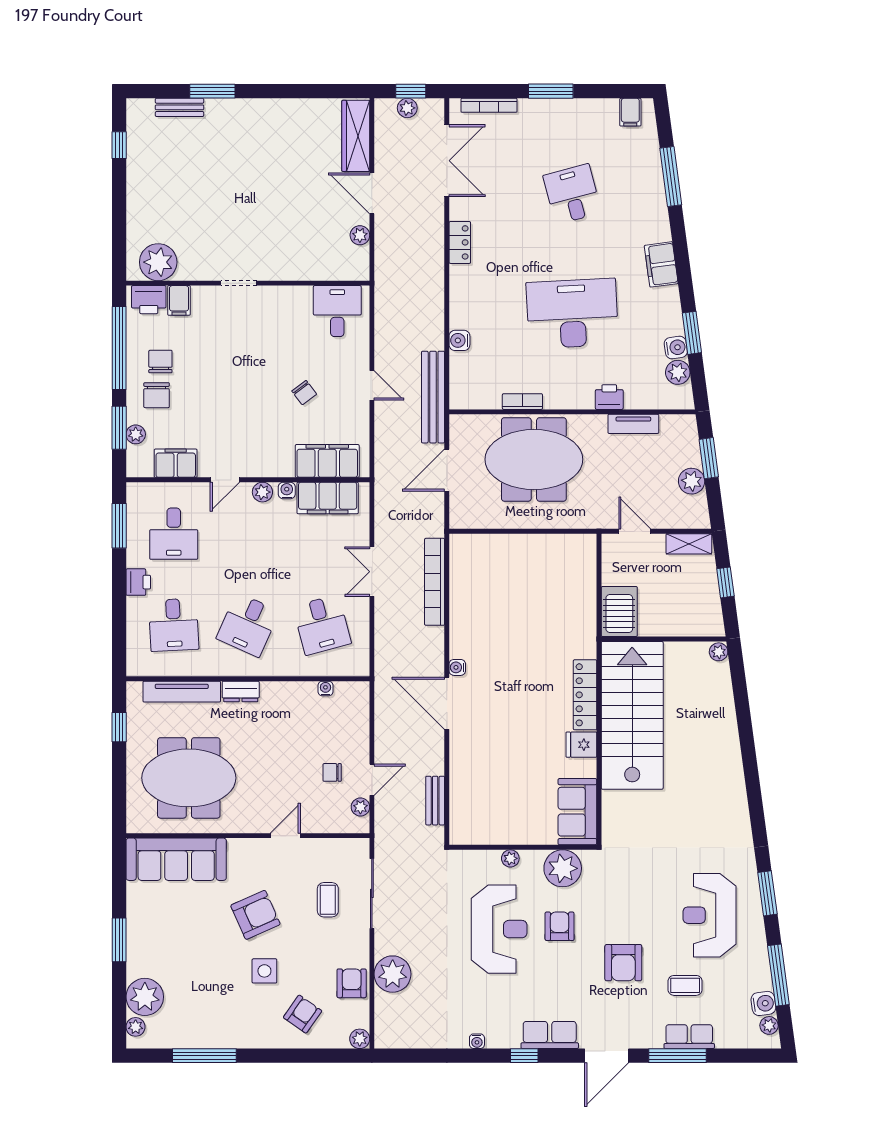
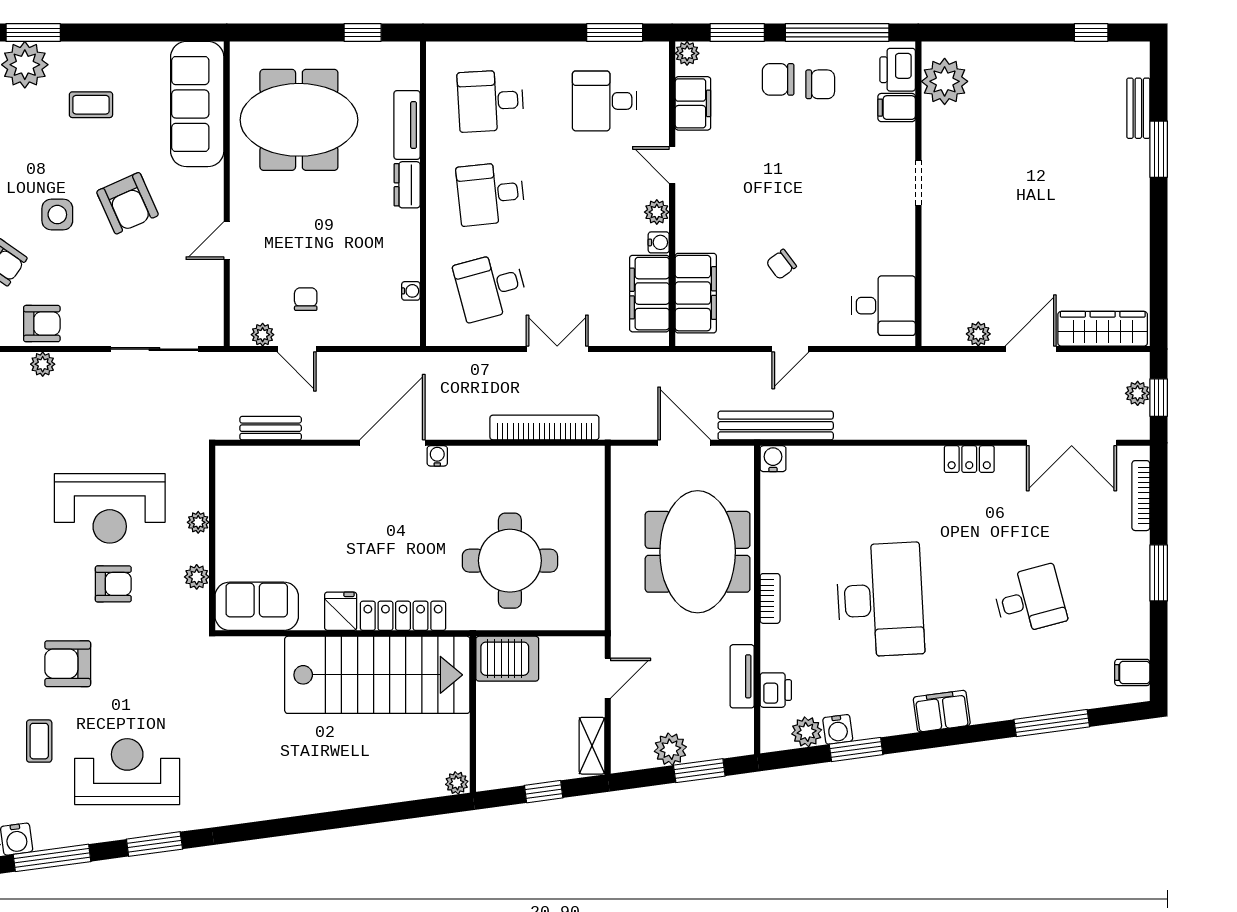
water cooler: (459, 340) -> (773, 459), moved
printer: (609, 397) -> (776, 690), moved
bookcase: (522, 402) -> (770, 598), moved
plant: (136, 434) -> (687, 53), moved
printer: (138, 582) -> (544, 57), removed
round table: (541, 609) -> (510, 561), added
desk: (248, 625) -> (491, 194), turned -30
tv unit: (182, 692) -> (407, 125), width x0.71
meeting table: (189, 778) -> (299, 120), turned 90
door: (285, 836) -> (227, 241), swing flipped
plant: (563, 868) -> (197, 577), width x0.53, depth x0.53
coffee table: (328, 900) -> (91, 105), moved
window: (119, 940) -> (33, 33), moved
plant: (393, 974) -> (43, 364), width x0.53, depth x0.53

